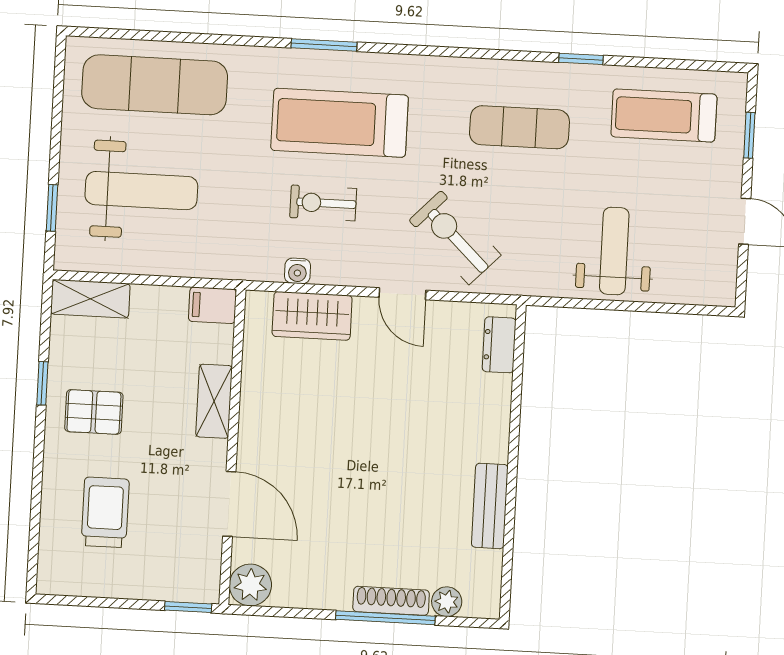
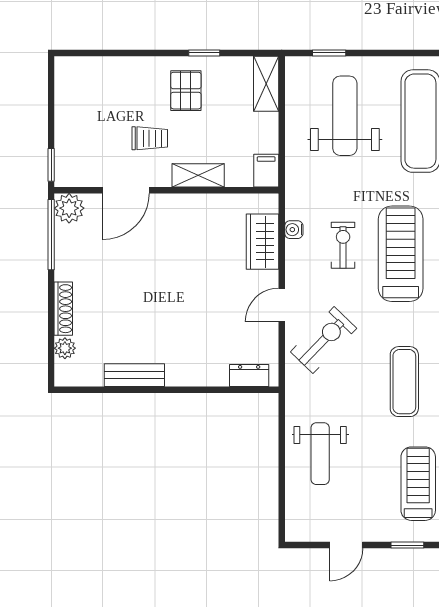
weight bench: (141, 191) -> (345, 116), turned 180
weight bench: (614, 251) -> (320, 454), turned 90
trolley: (105, 512) -> (150, 138), moved, width x0.73, depth x0.72
window: (385, 618) -> (51, 235), moved

